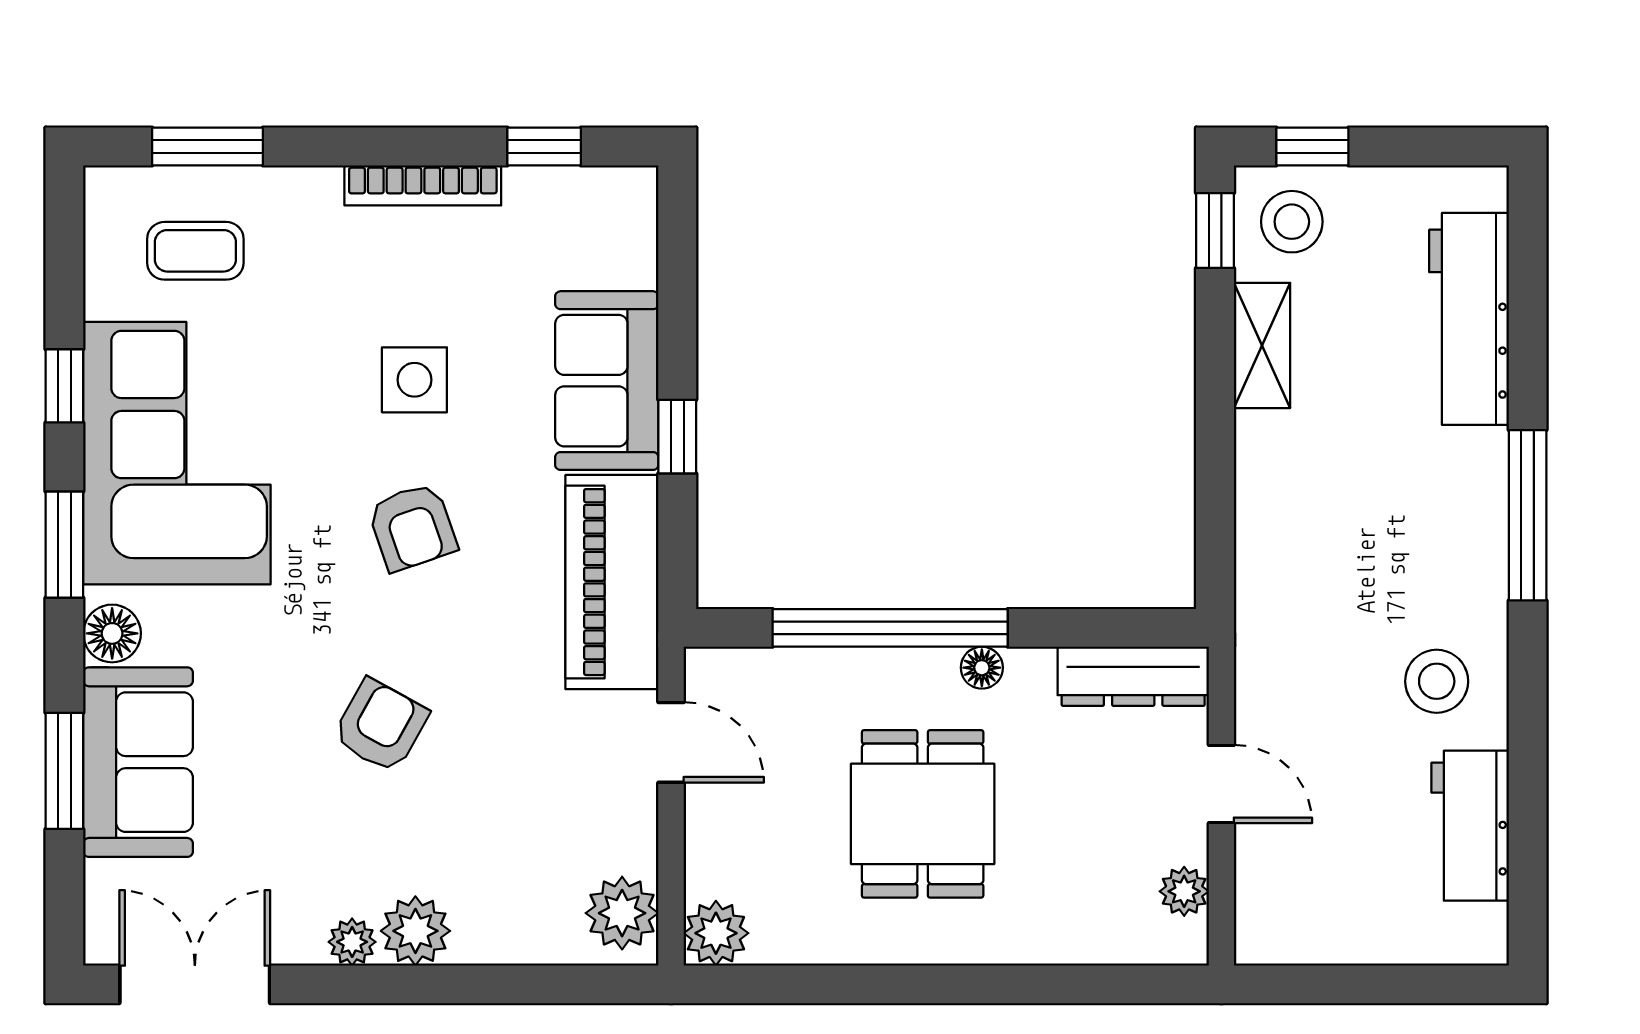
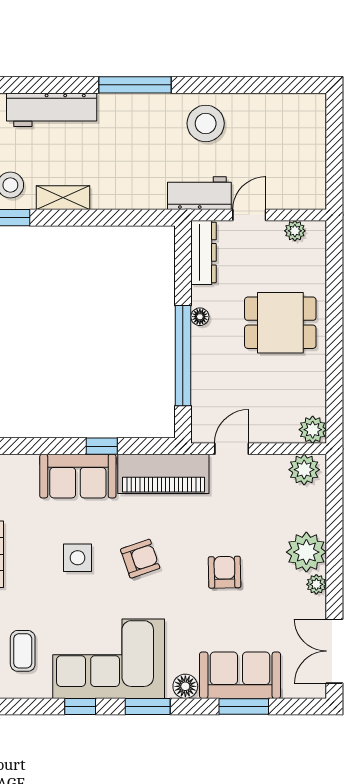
stool: (1437, 681) -> (206, 123), width x1.38, depth x1.38
armchair: (381, 726) -> (225, 572), turned 60
dining table: (923, 814) -> (280, 323), moved
workbench: (1470, 826) -> (199, 193), moved, turned 180
plant: (415, 931) -> (306, 552), width x1.36, depth x1.36

